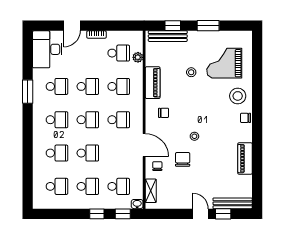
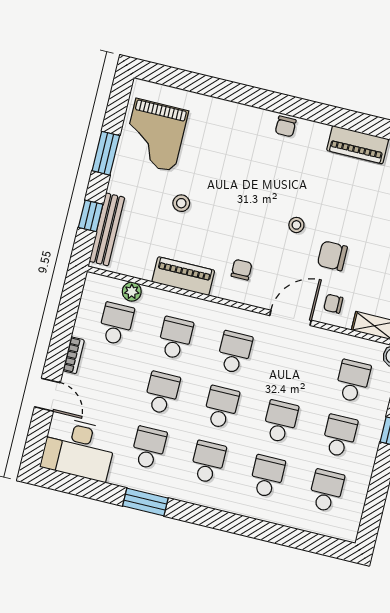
grand piano: (224, 63) -> (155, 135), moved
stool: (238, 96) -> (243, 131), removed

